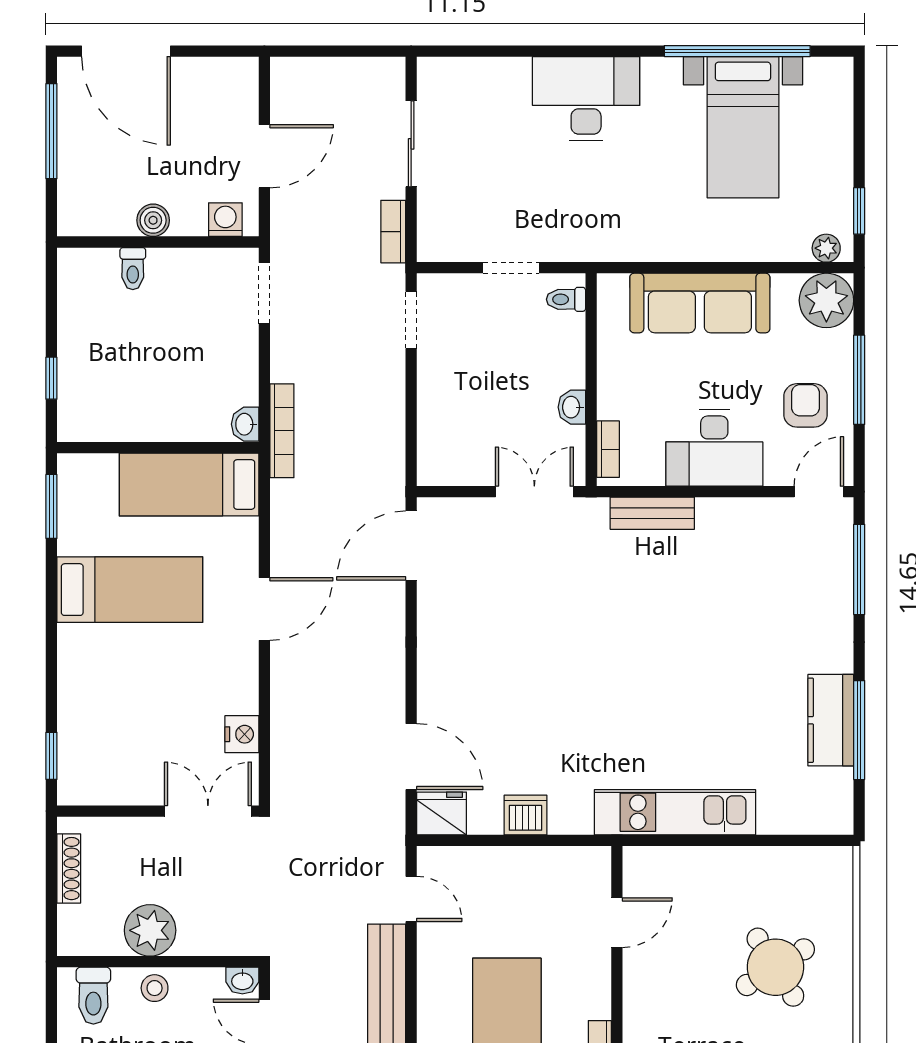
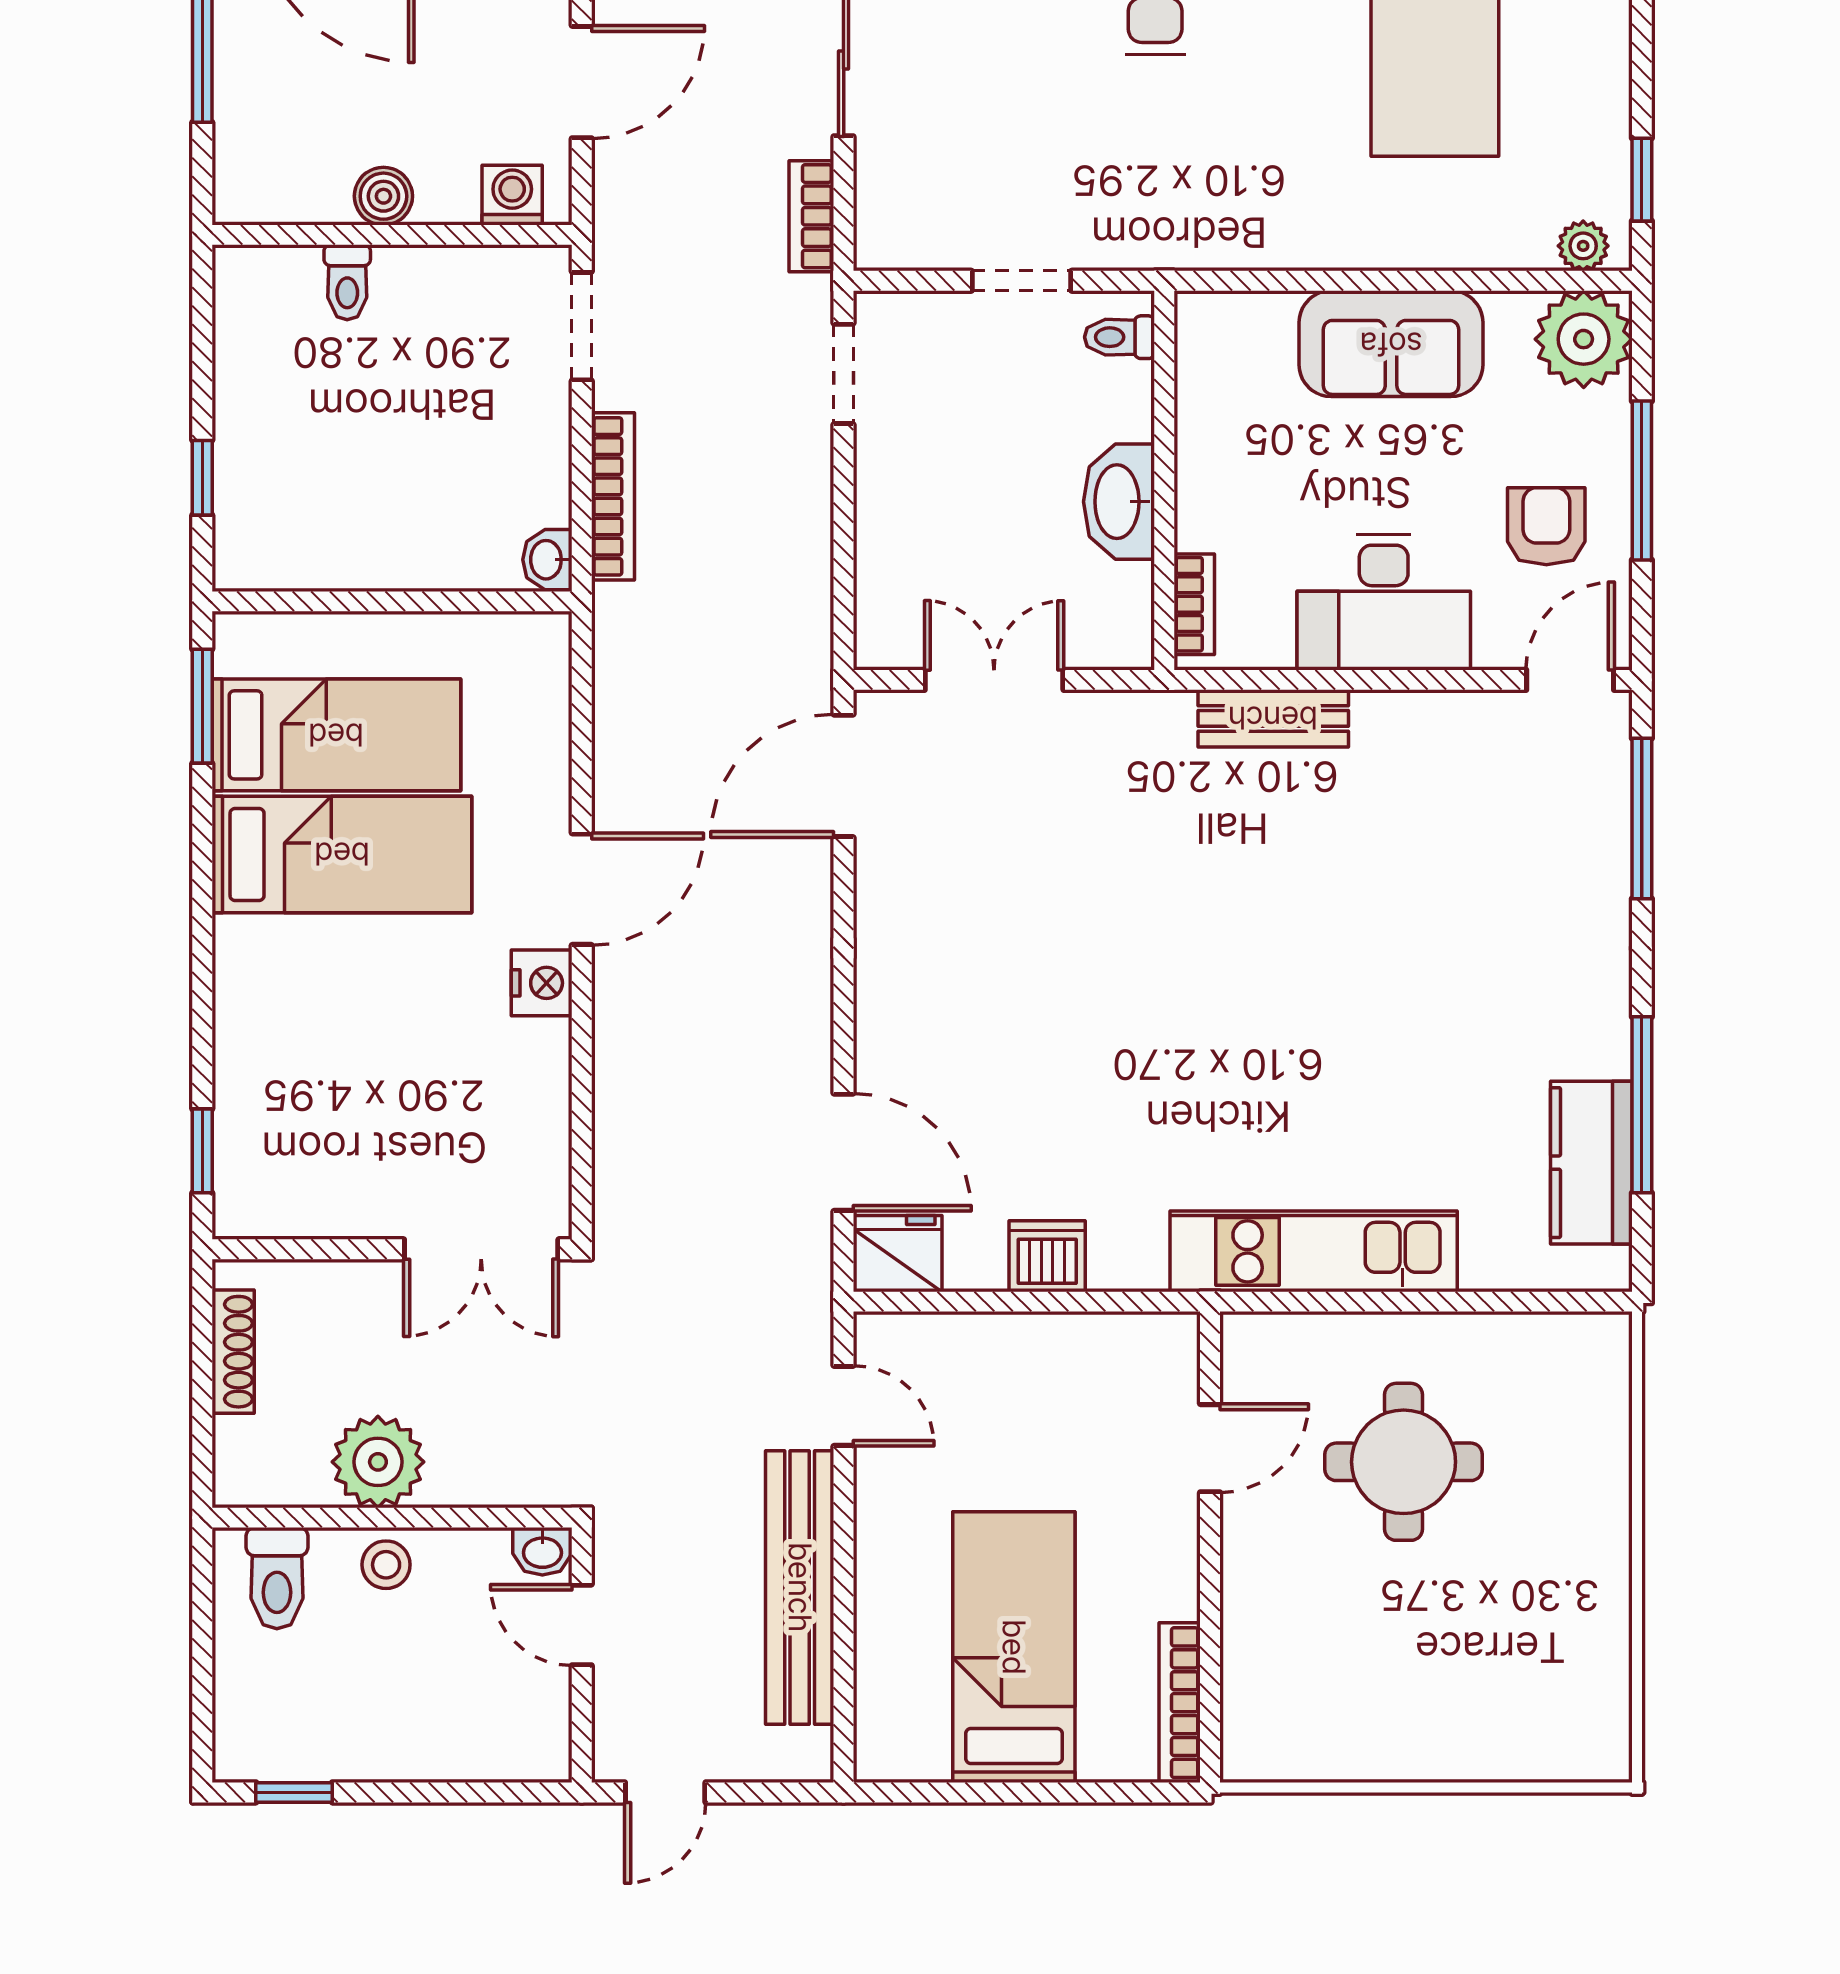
sofa: (700, 303) -> (1391, 344), width x0.73
washbasin: (572, 407) -> (1119, 502), width x1.91, depth x1.45
bookcase: (282, 431) -> (613, 496), moved
bed: (189, 485) -> (336, 735), moved, turned 180
double door: (534, 492) -> (994, 680), moved
kitchen counter: (831, 720) -> (1591, 1163), moved
nightstand: (242, 734) -> (542, 983), moved
double door: (208, 811) -> (481, 1249), swing flipped
round table: (775, 967) -> (1404, 1462), moved, turned 32

